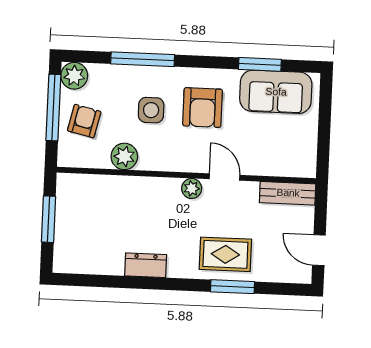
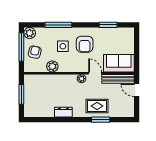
sofa: (276, 92) -> (119, 63), moved, turned 180
bench: (288, 193) -> (118, 79), width x1.36
door: (319, 250) -> (137, 90), moved

